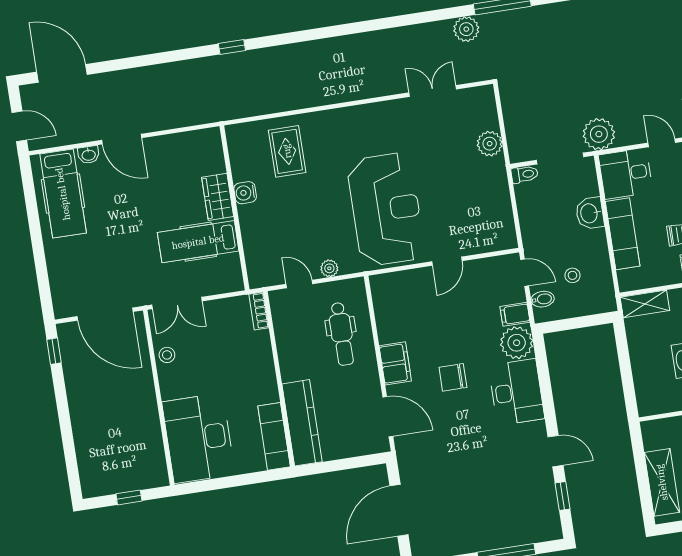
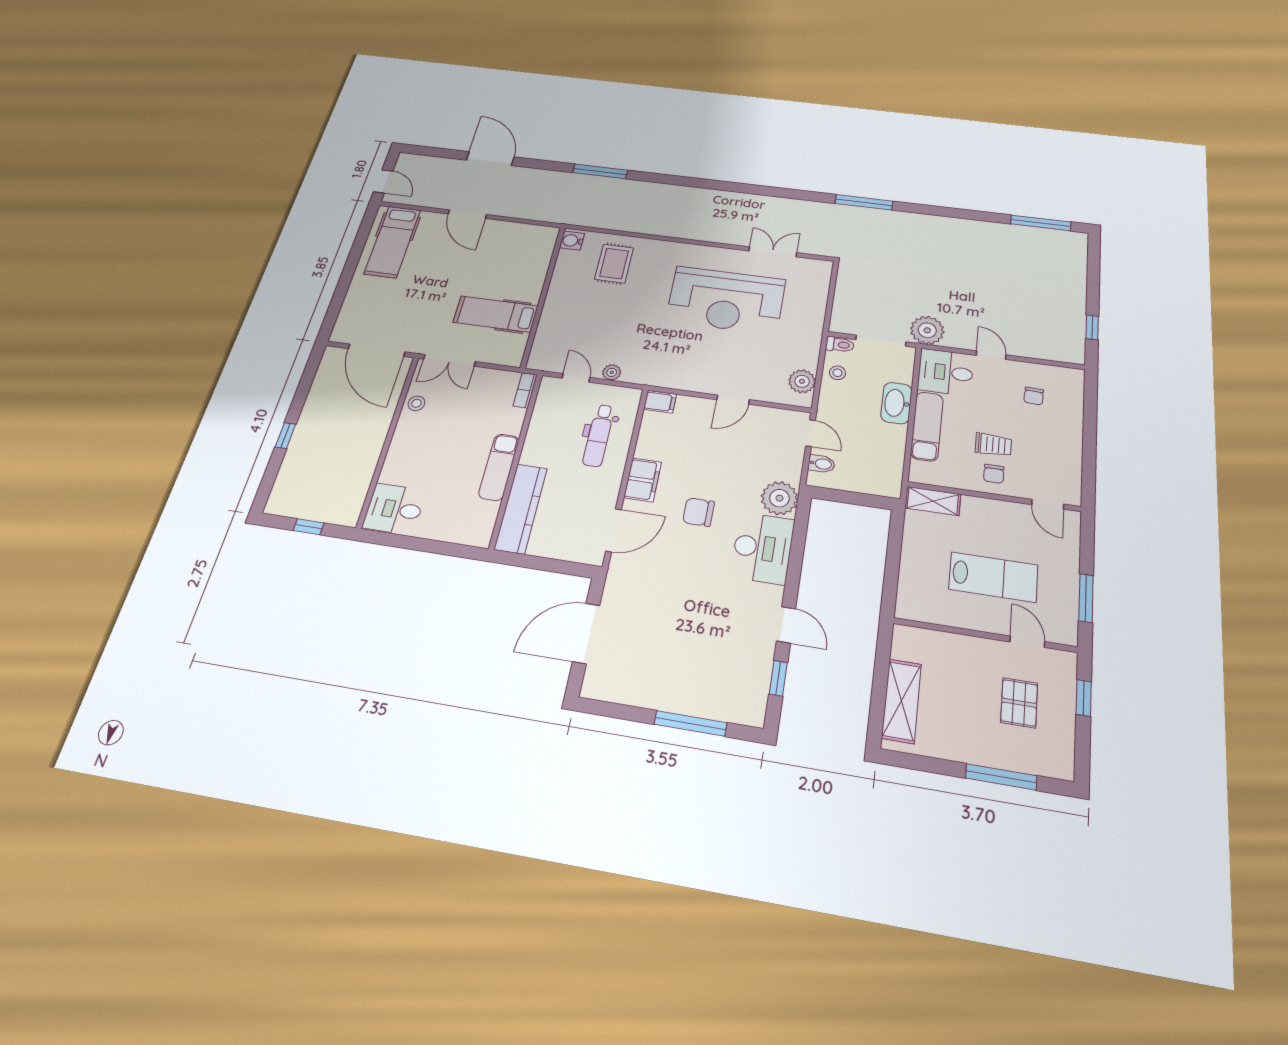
plant: (466, 29) -> (823, 212), removed
window: (232, 47) -> (600, 171), width x2.17
door: (62, 73) -> (490, 159), moved
plant: (490, 144) -> (802, 381), moved
washbasin: (89, 155) -> (432, 218), removed
water cooler: (245, 193) -> (572, 241), moved
wardrobe: (218, 197) -> (532, 282), removed
reception desk: (386, 209) -> (726, 300), moved, turned 90
washbasin: (590, 213) -> (896, 403), width x1.38
stool: (572, 275) -> (838, 373), moved
filing cabinet: (515, 314) -> (660, 402), moved, turned 180
window: (54, 351) -> (285, 436), moved
door: (388, 417) -> (614, 530), hinge flipped
exam couch: (274, 436) -> (499, 467), moved
desk: (199, 438) -> (394, 509), width x0.53, depth x0.77

